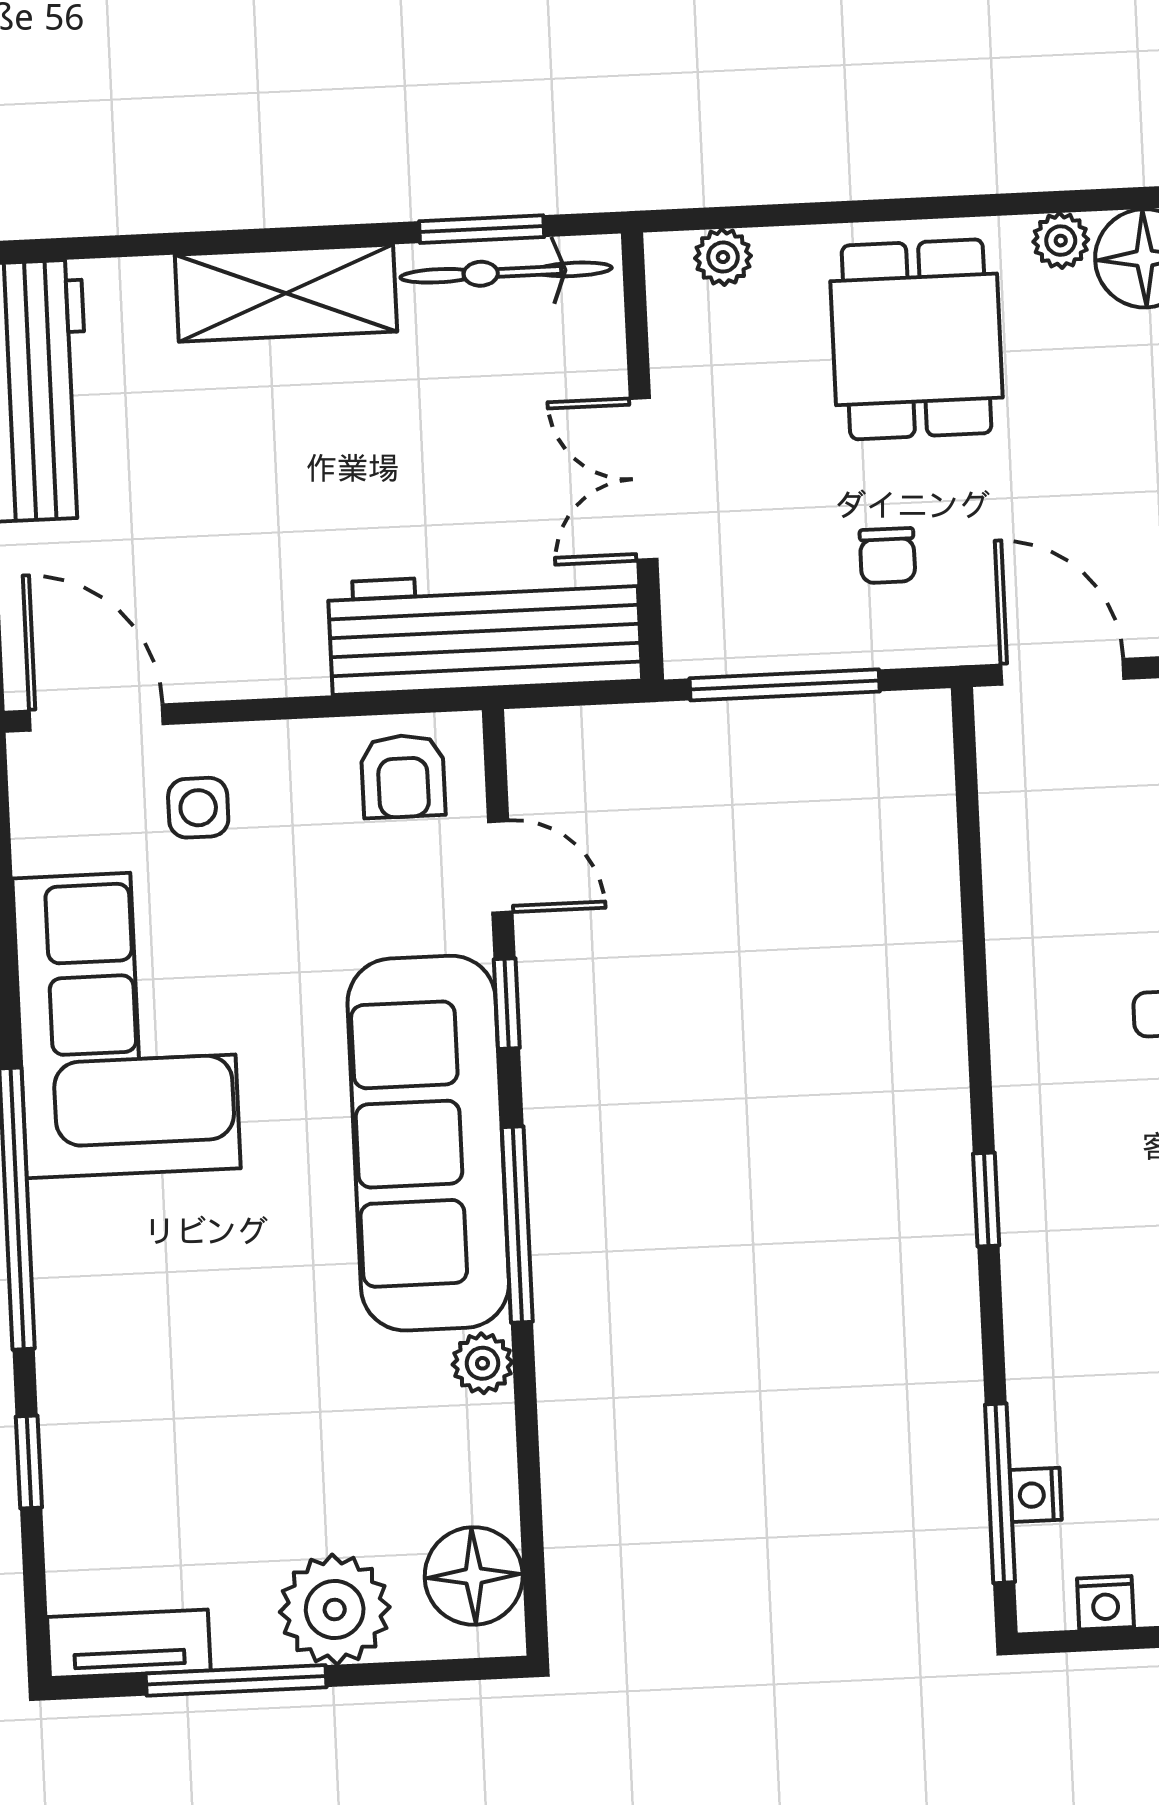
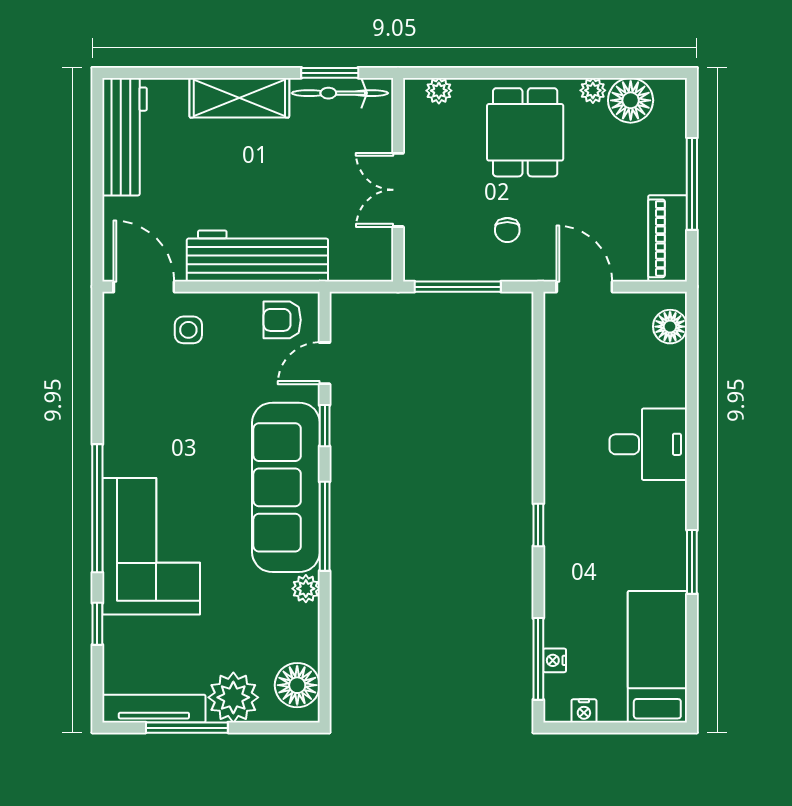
workbench: (485, 632) -> (257, 256), moved
armchair: (403, 776) -> (282, 320), turned 90
door: (500, 867) -> (325, 363), swing flipped
corner sofa: (127, 1023) -> (151, 546), moved
tv unit: (129, 1644) -> (154, 709), width x1.41

